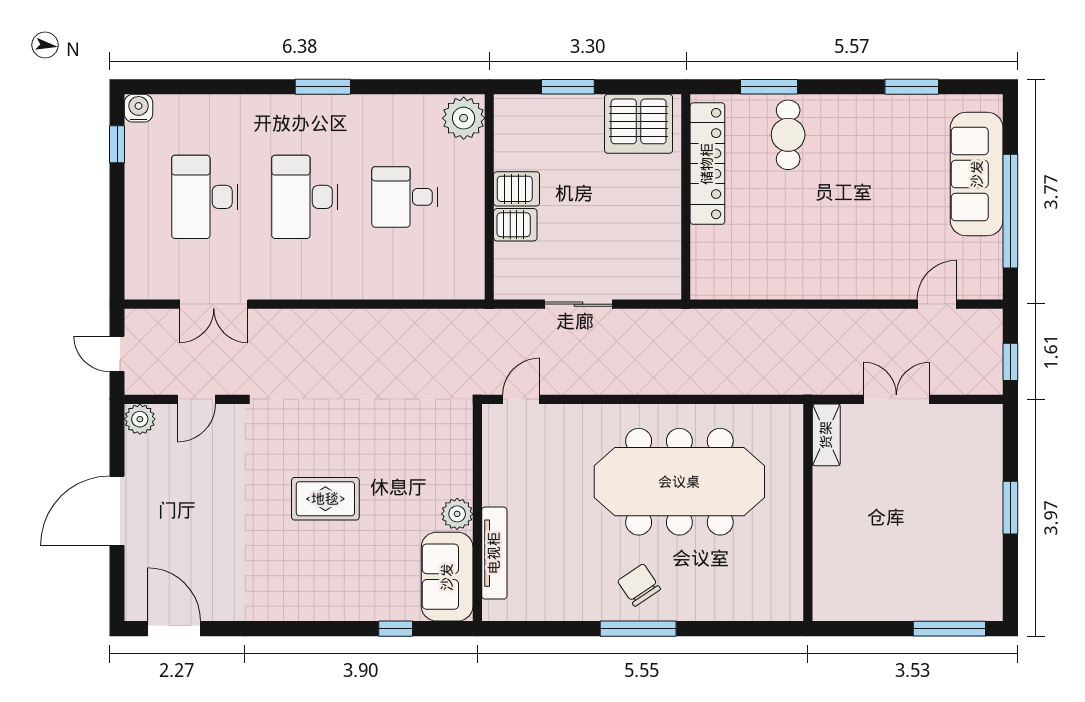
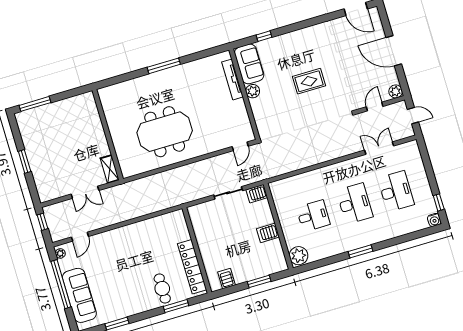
server rack: (639, 124) -> (227, 278), width x0.46, depth x0.70
server rack: (515, 225) -> (257, 194), moved
plant: (992, 280) -> (60, 253), added
meeting table: (679, 482) -> (165, 132), width x0.73
door: (117, 511) -> (394, 51), swing flipped
chair: (639, 585) -> (169, 84), removed

